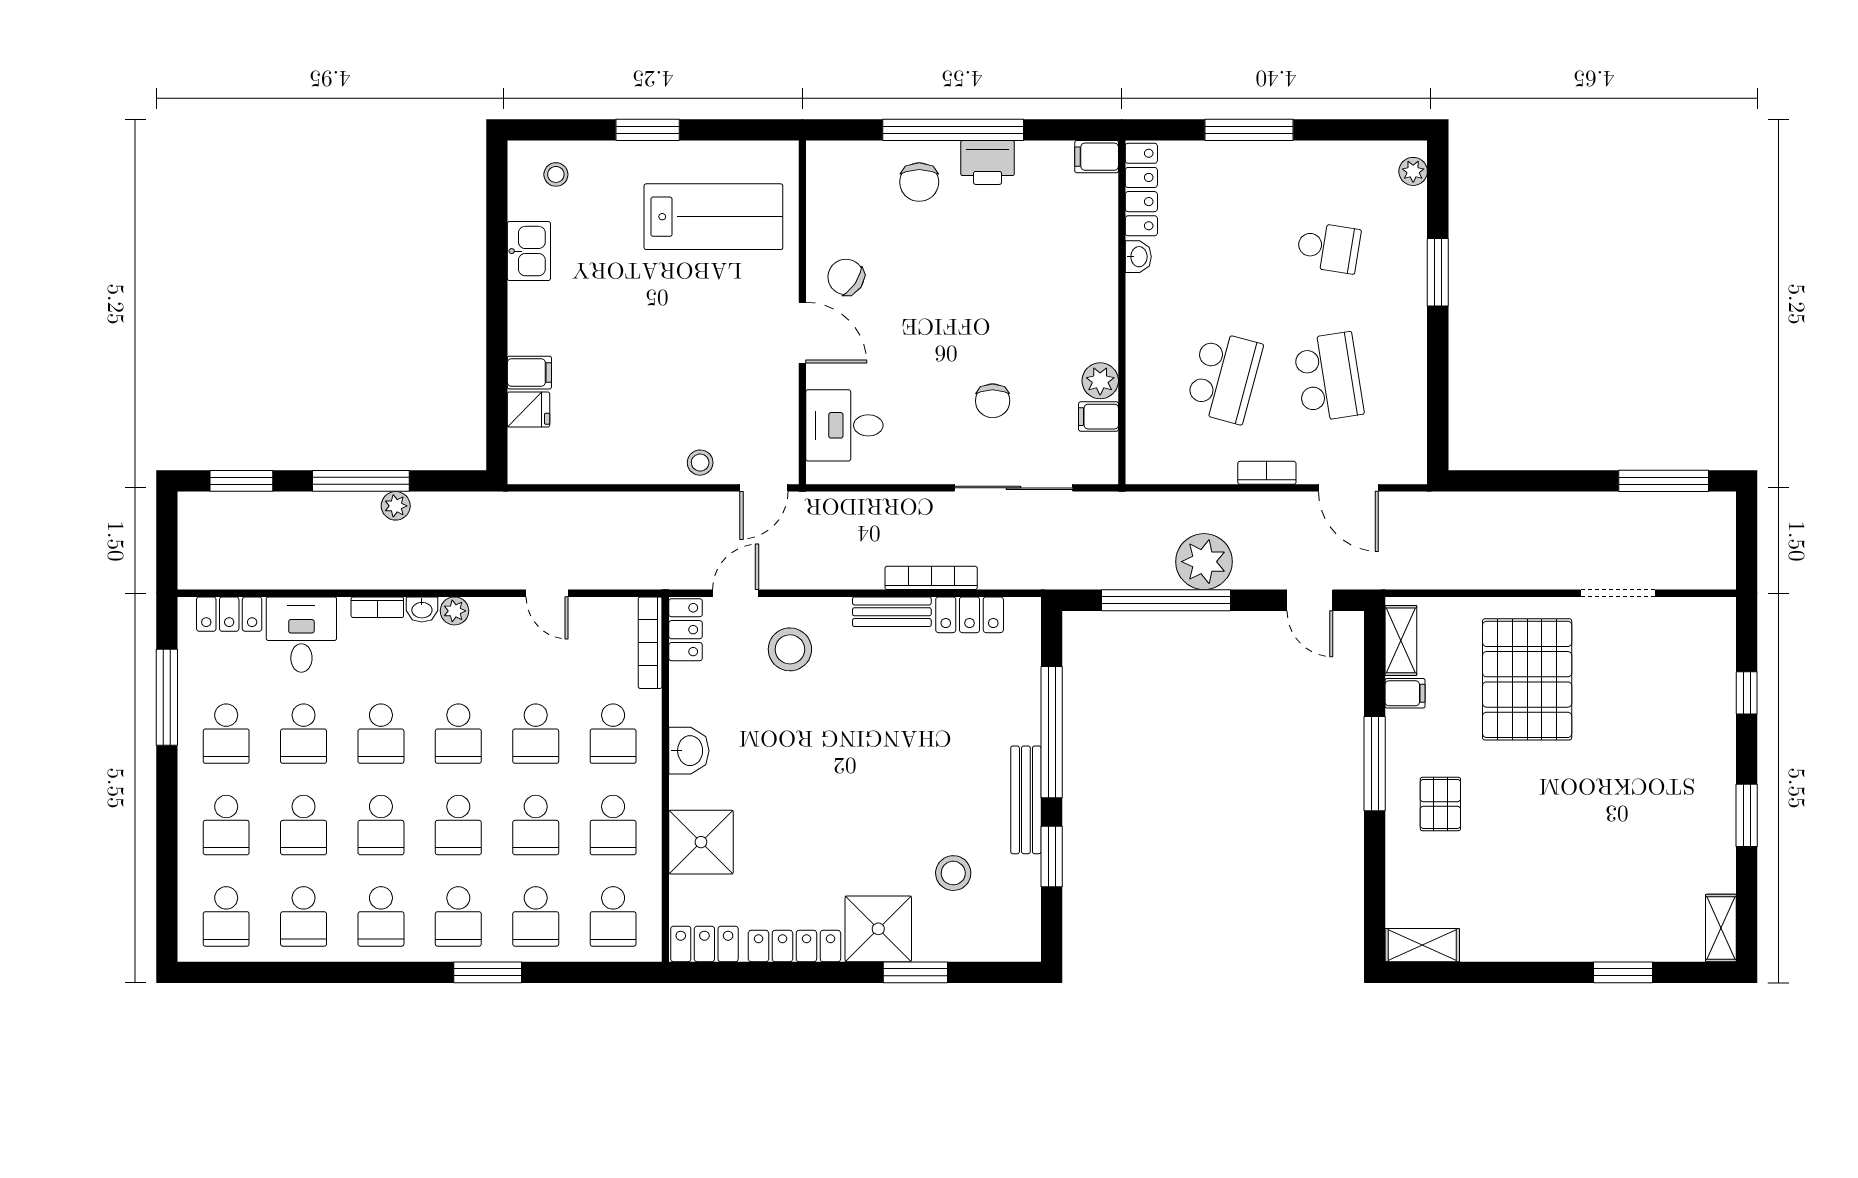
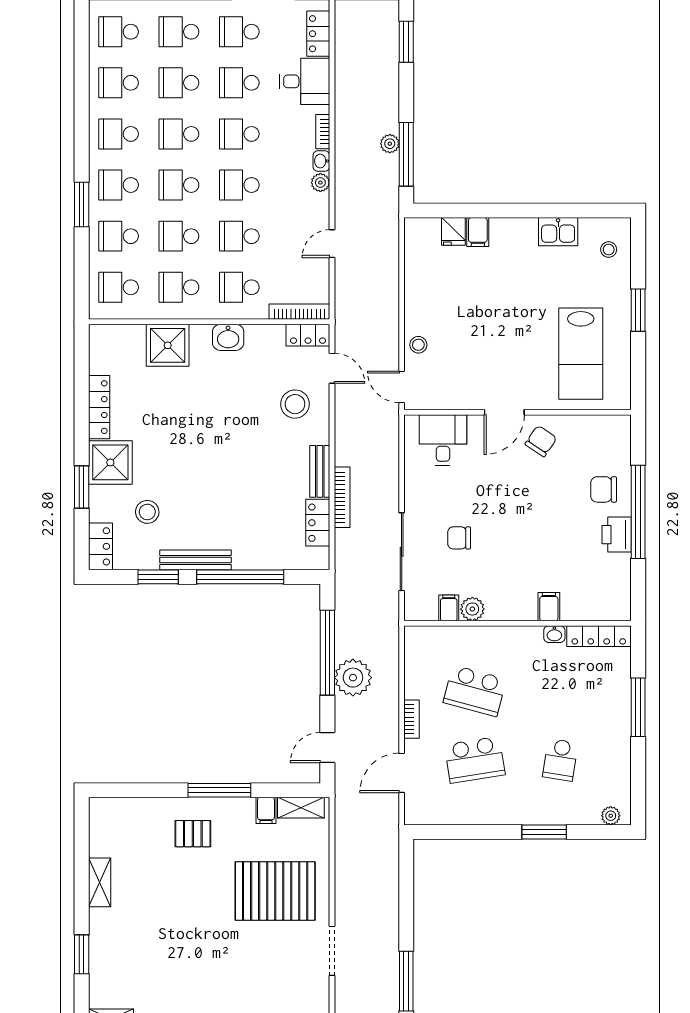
filing cabinet: (1097, 157) -> (549, 607), moved
window: (361, 481) -> (406, 154), moved
locker: (704, 944) -> (100, 546), moved
shelving: (1422, 945) -> (100, 882), moved

